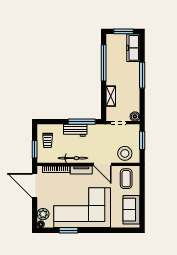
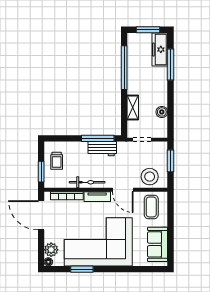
window: (142, 75) -> (171, 65), moved
boiler: (135, 116) -> (162, 112), moved
workbench: (75, 130) -> (102, 149), moved

